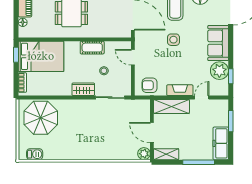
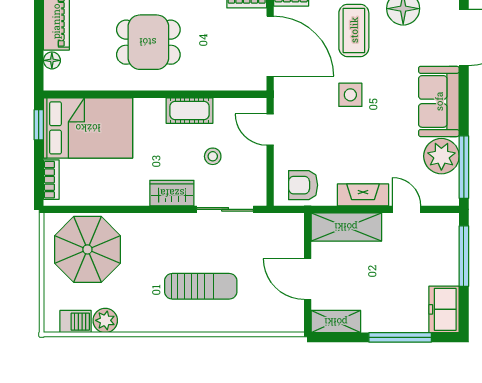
window: (231, 76) -> (464, 167), width x2.17
door: (202, 98) -> (407, 209), hinge flipped
window: (231, 121) -> (464, 256), width x1.44
sun lounger: (98, 136) -> (201, 286), added
freezer: (221, 143) -> (444, 309), width x0.71
plant: (144, 154) -> (105, 320), moved

